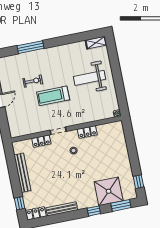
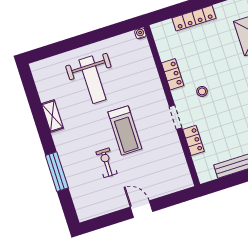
shelving: (96, 43) -> (52, 116), moved
locker: (123, 151) -> (194, 18), added

